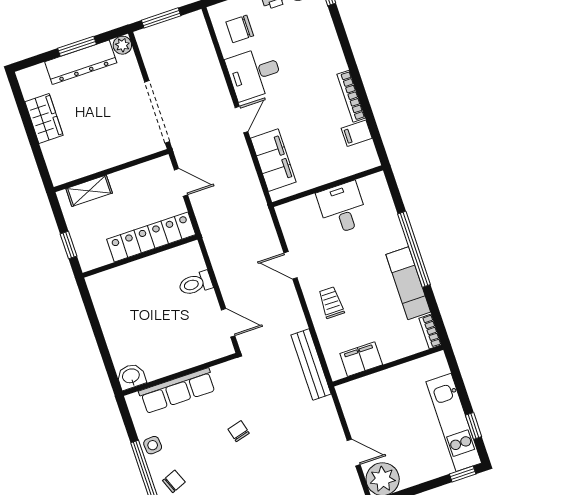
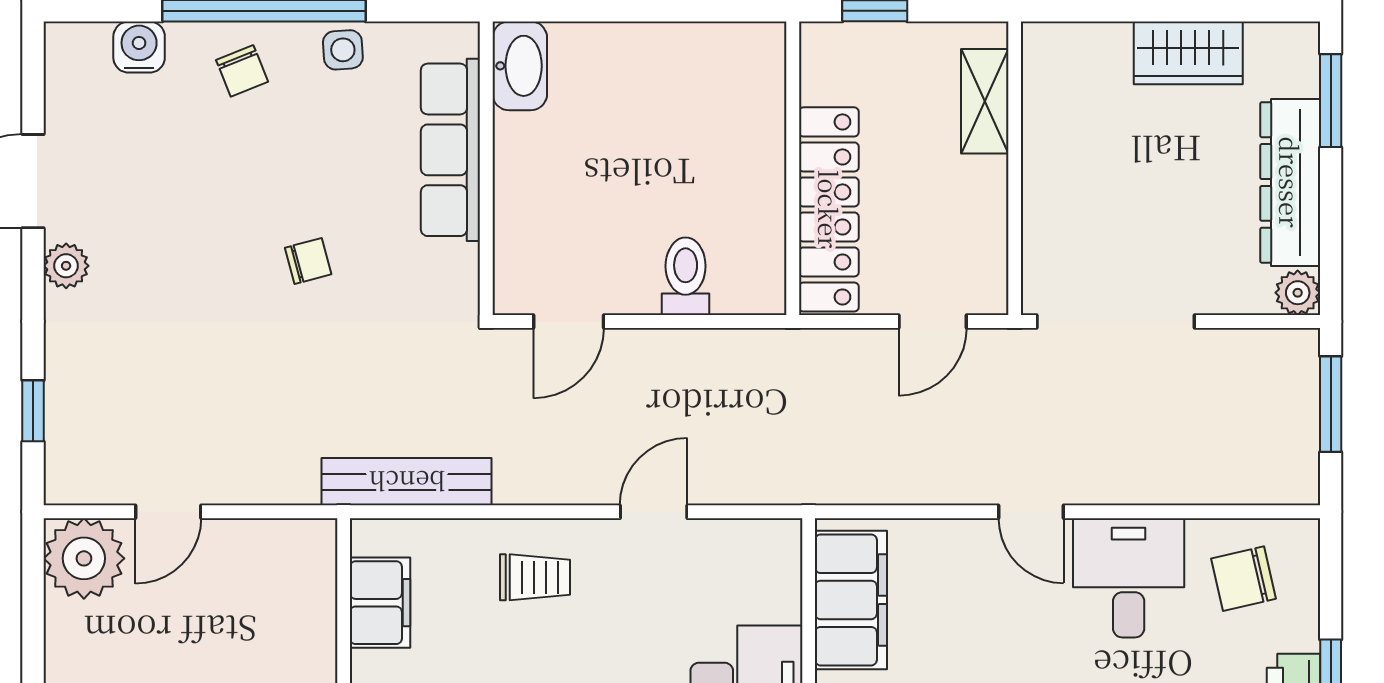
chair: (240, 29) -> (1244, 579), turned -103
window: (77, 46) -> (1331, 101), moved
filing cabinet: (273, 160) -> (851, 600), moved, turned -90
washbasin: (131, 376) -> (520, 66), width x1.38

